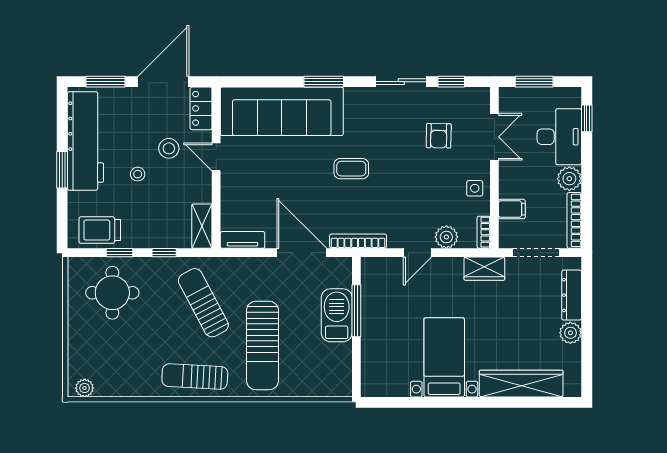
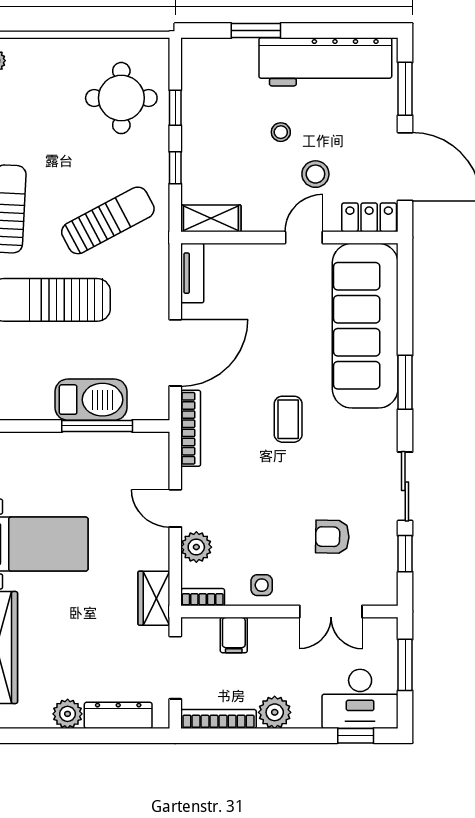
desk: (559, 137) -> (360, 699), moved
window: (62, 170) -> (256, 31), moved
trolley: (100, 230) -> (206, 81), removed

